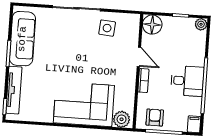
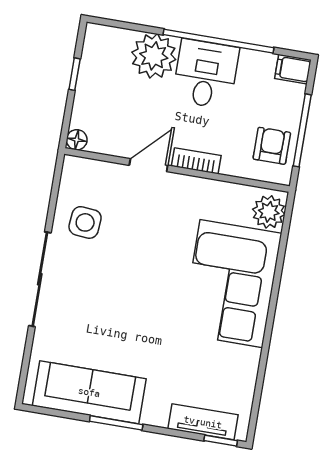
plant: (201, 24) -> (154, 56), moved, width x1.88, depth x1.88
floor lamp: (152, 25) -> (77, 140), width x0.53, depth x0.53
tv unit: (14, 90) -> (203, 422), width x0.71
armchair: (155, 118) -> (272, 146), turned 90

